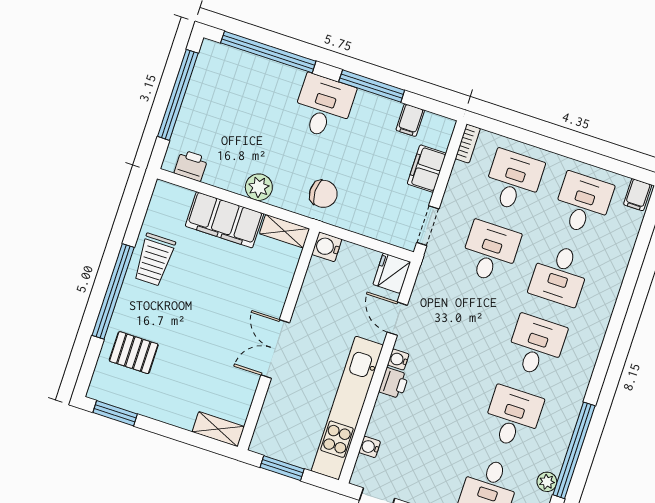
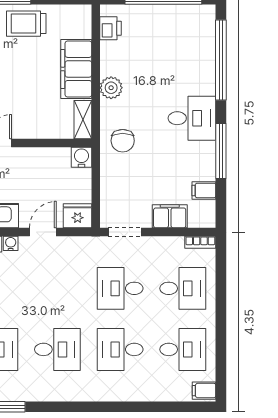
desk: (490, 252) -> (120, 288), turned 180

